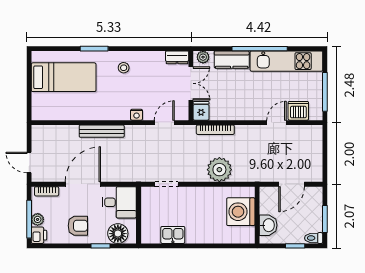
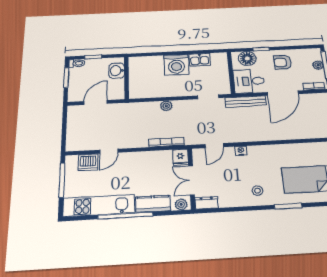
bench: (102, 131) -> (245, 102), moved
plant: (219, 170) -> (166, 106), width x0.53, depth x0.53
washing machine: (241, 212) -> (176, 65), moved, turned 90
printer: (39, 235) -> (315, 54), removed

